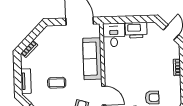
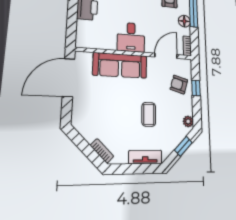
desk: (114, 35) -> (131, 37), moved, turned -90

